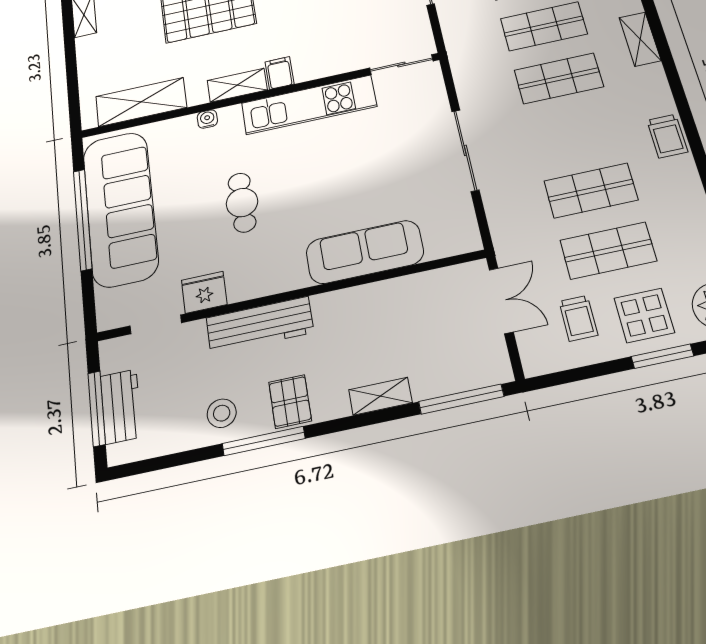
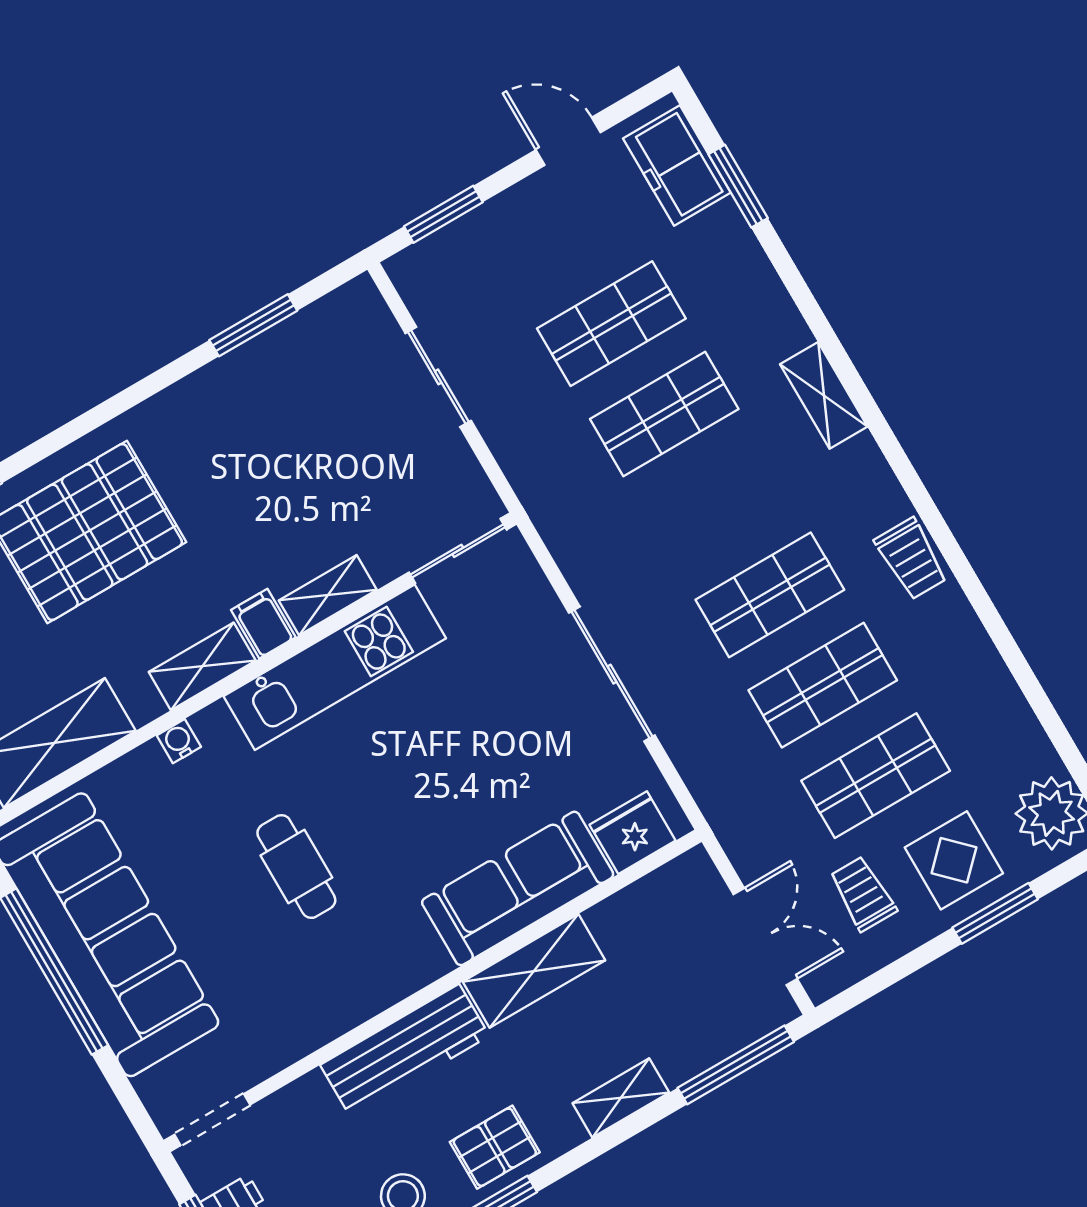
shelving: (321, 68) -> (328, 595), added
shop shelf: (559, 78) -> (770, 595), moved
fridge: (204, 292) -> (633, 833), moved
double door: (501, 301) -> (765, 936), moved
shelving: (356, 302) -> (534, 971), added
trolley: (578, 318) -> (863, 894), turned 180
doorway: (156, 324) -> (212, 1120), moved
pallet: (290, 401) -> (495, 1147), turned 90

